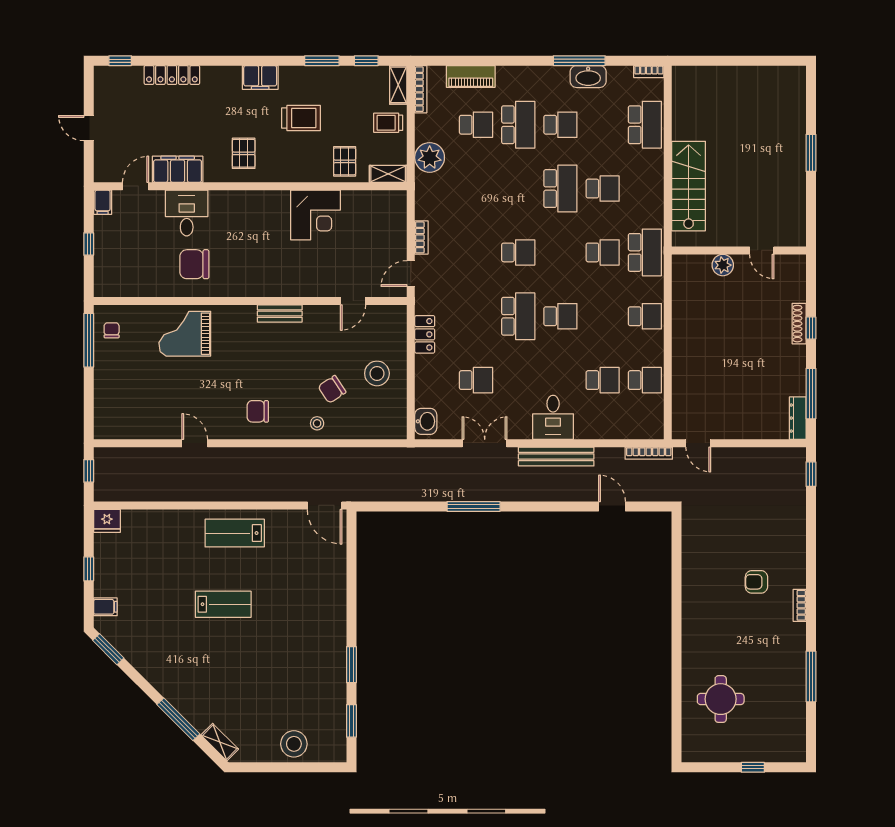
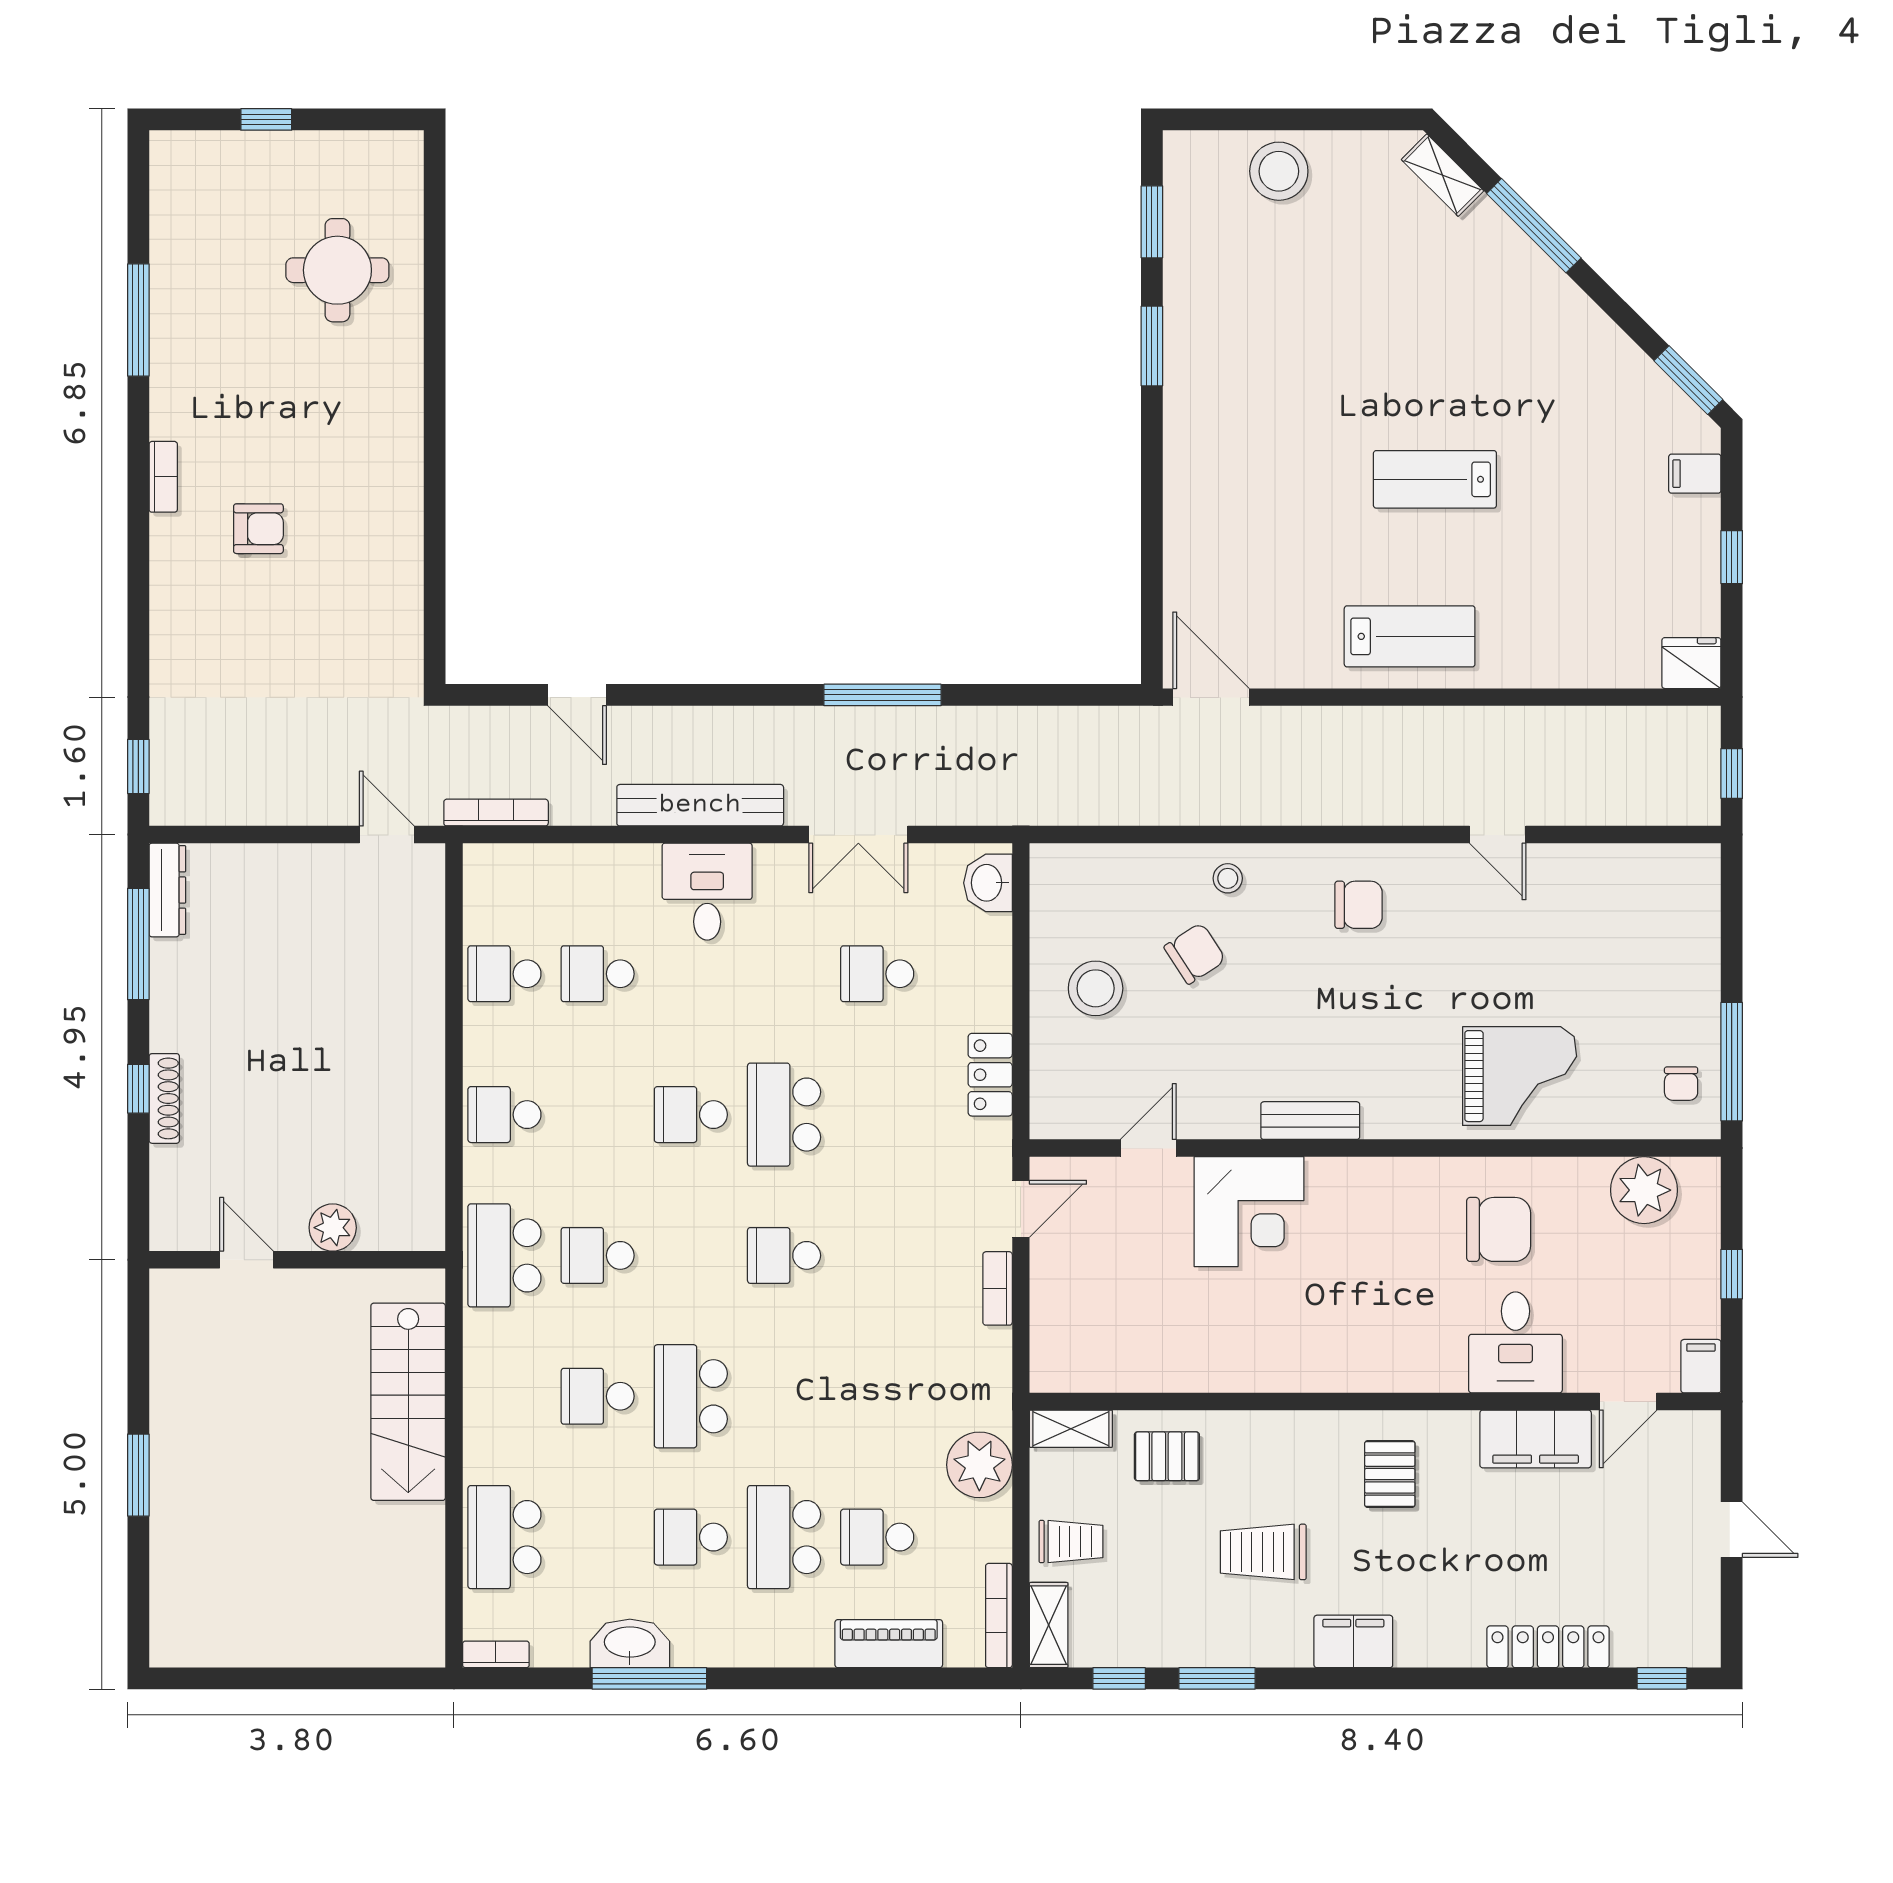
pallet: (345, 161) -> (1167, 1456), turned 90
corner desk: (316, 215) -> (1249, 1212), moved, turned 180
plant: (128, 282) -> (1644, 1190), added

